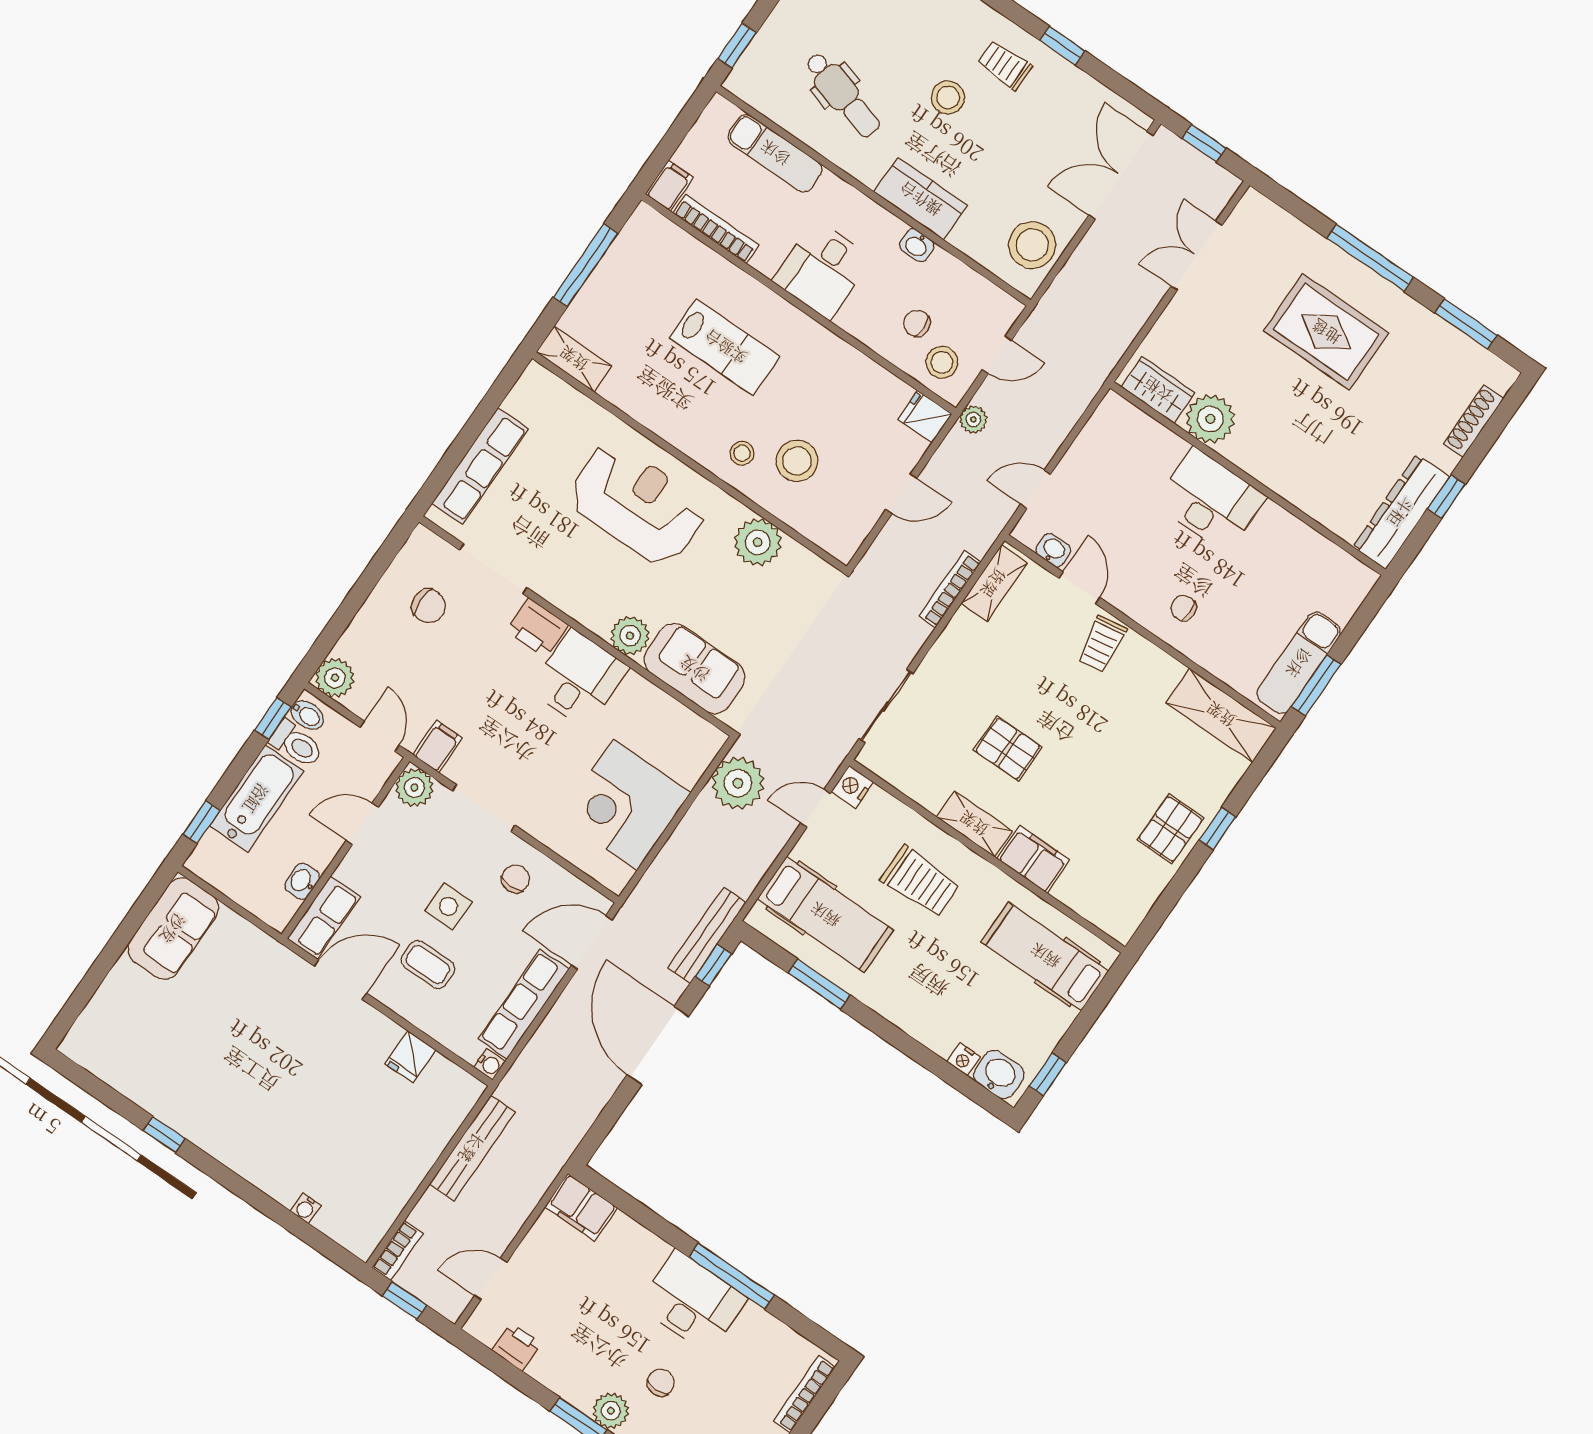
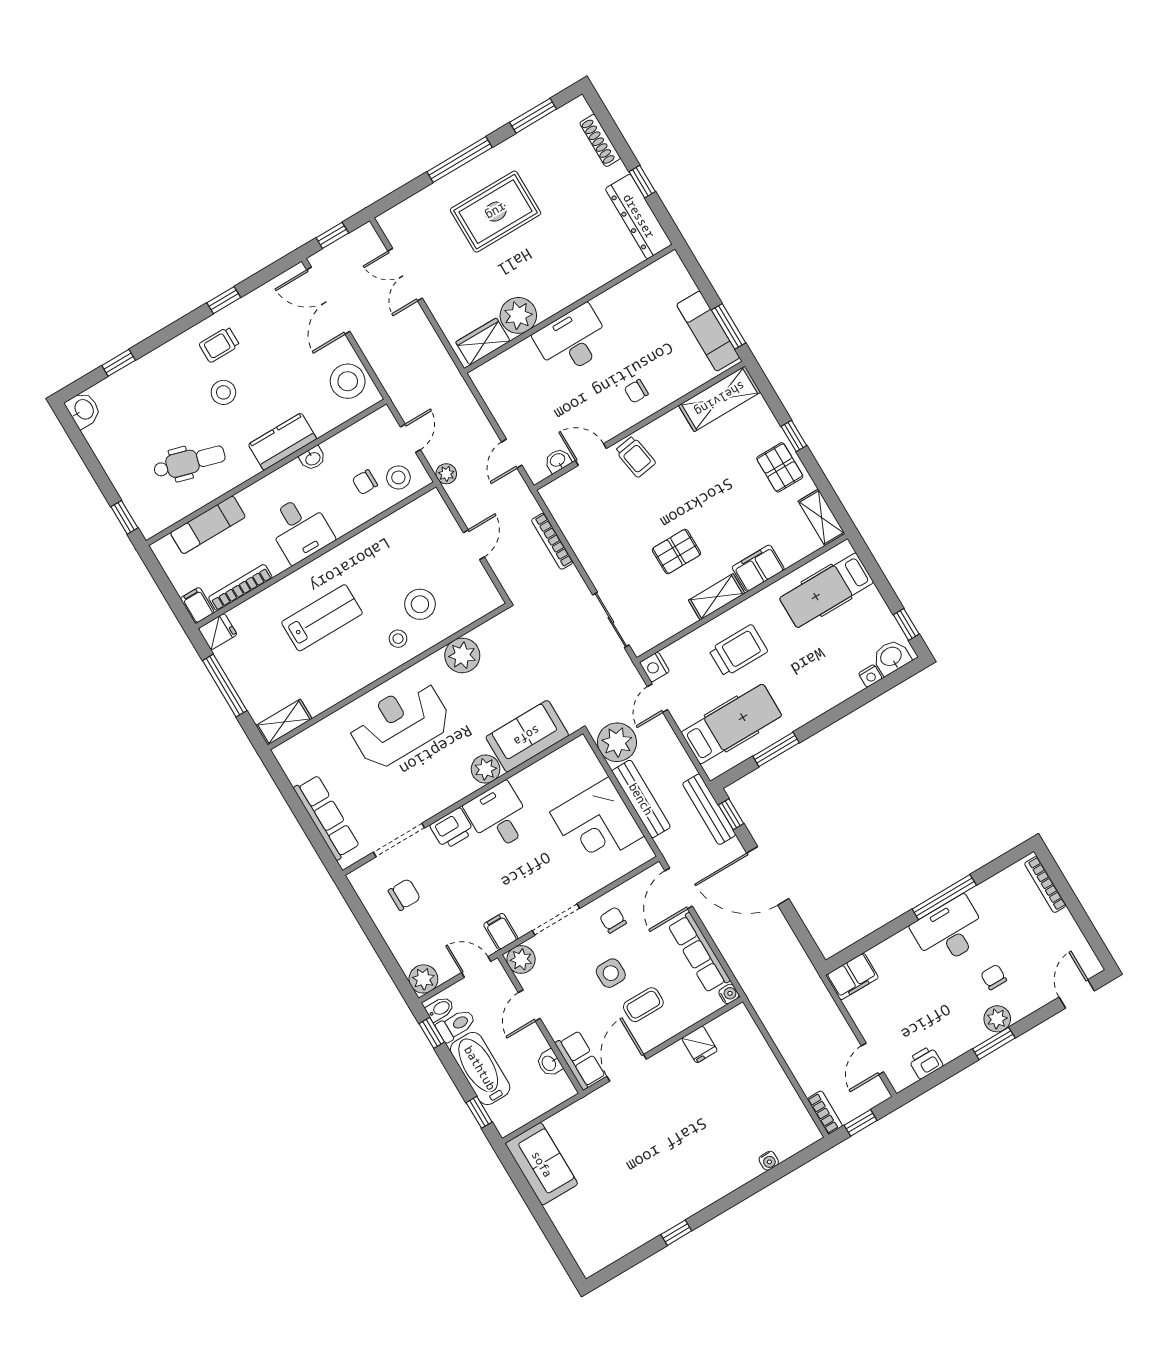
fridge: (925, 417) -> (218, 632), moved, turned 180
shelving: (994, 583) -> (821, 517), moved
bench: (472, 1148) -> (641, 799), moved

